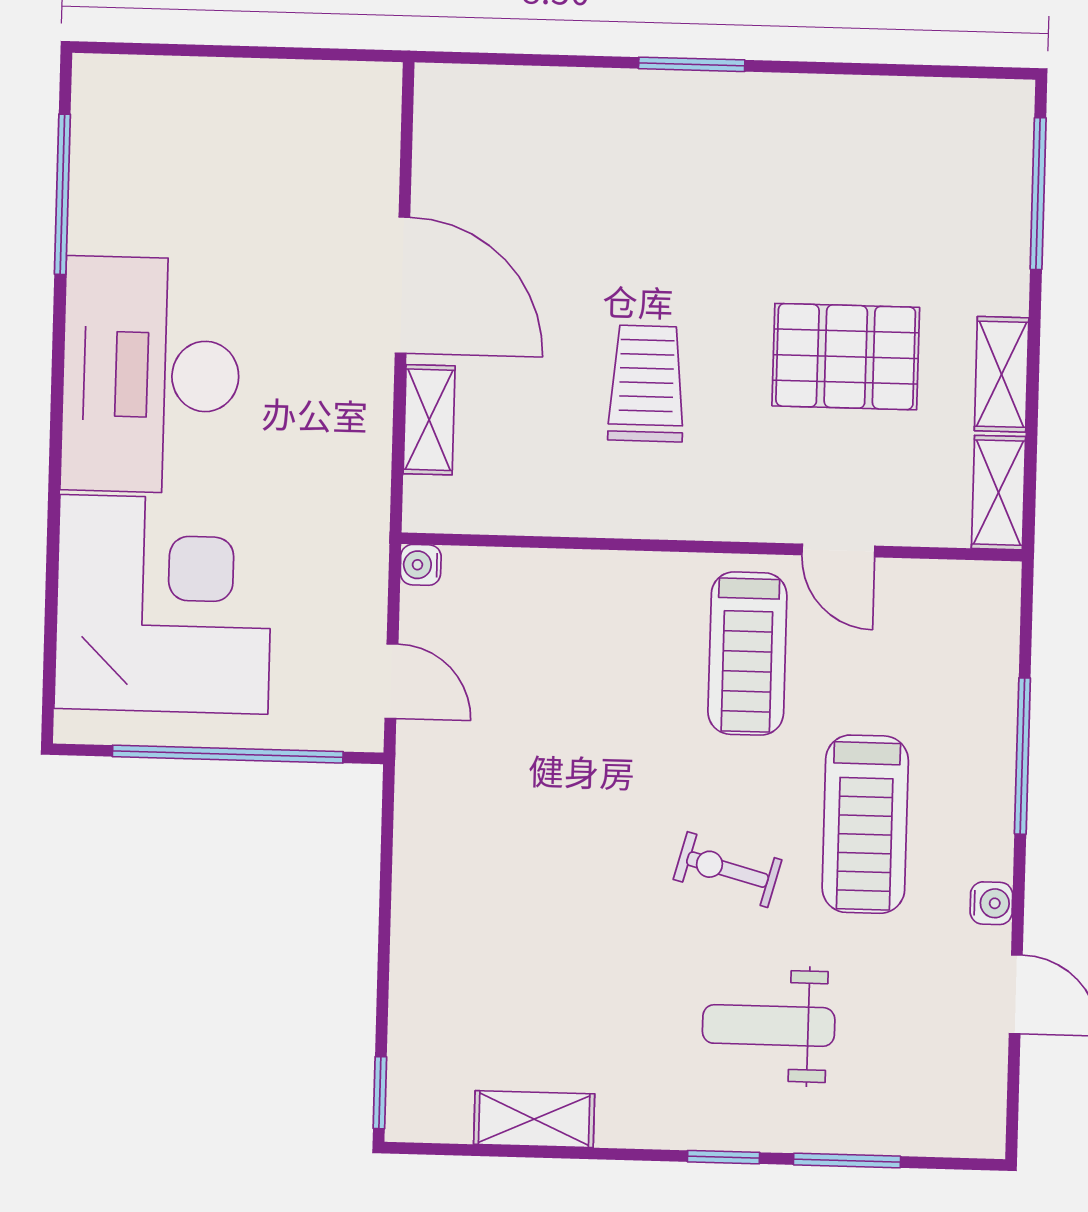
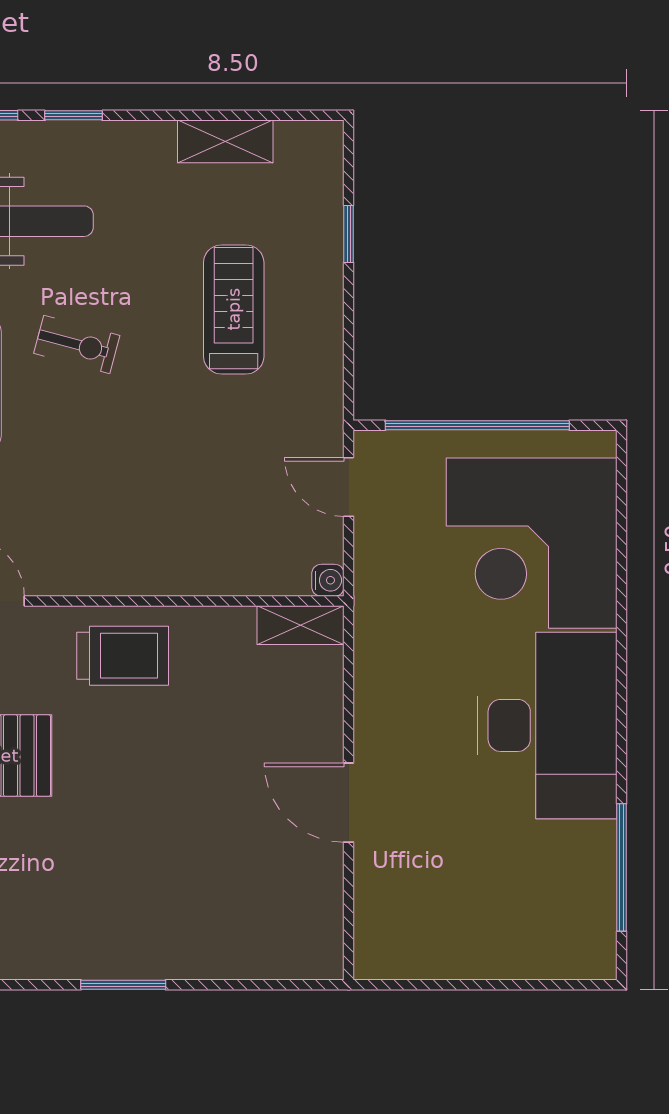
door: (402, 285) -> (349, 803), width x0.73
trolley: (646, 384) -> (123, 656), moved, turned -90
shelving: (429, 420) -> (301, 625), moved, turned 90
treadmill: (747, 654) -> (234, 309), moved
window: (380, 1093) -> (349, 234), moved

